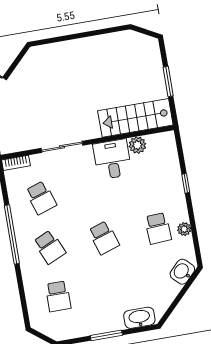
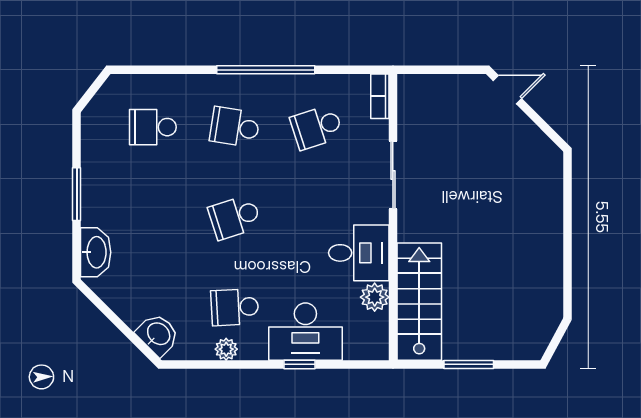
desk: (165, 183) -> (305, 332), added
school desk: (50, 247) -> (235, 127), turned 33

